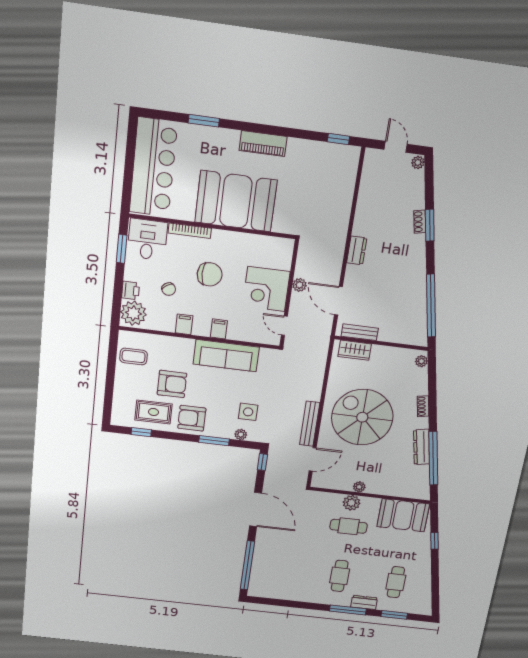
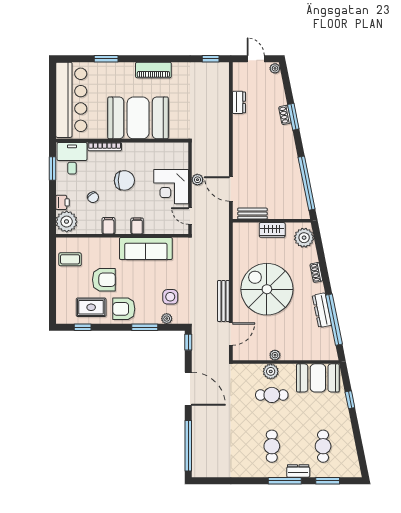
dresser: (357, 250) -> (239, 102), moved
wardrobe: (355, 350) -> (272, 230), moved
plant: (421, 361) -> (304, 238), width x1.87, depth x1.87

